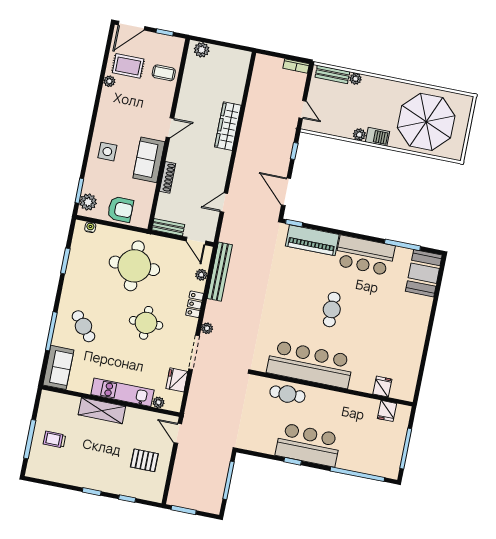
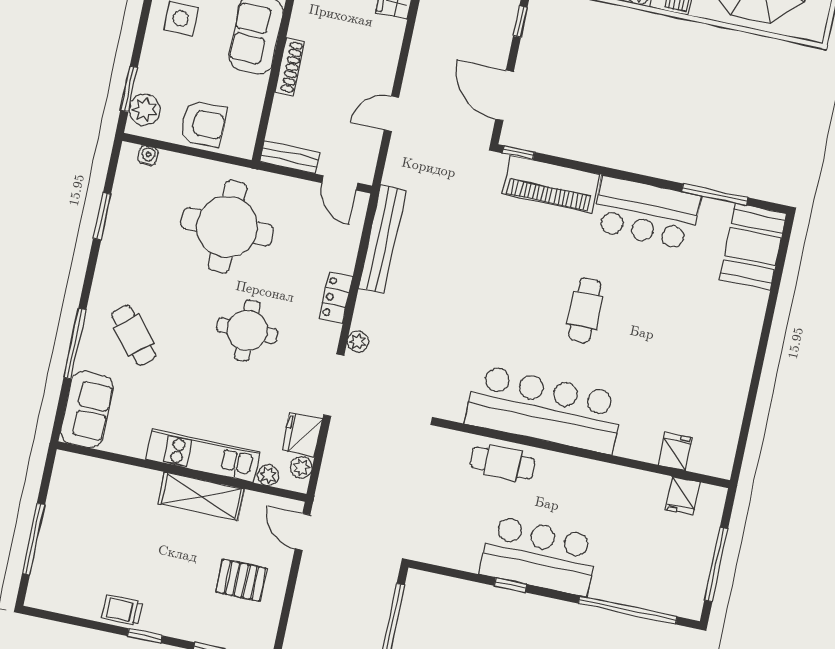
plant: (201, 275) -> (301, 467), moved
shelving: (102, 411) -> (201, 496), moved
trolley: (54, 439) -> (122, 610), moved

